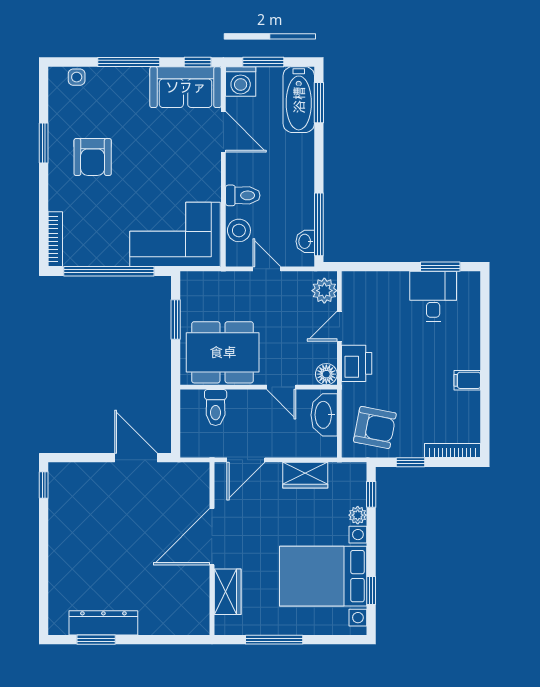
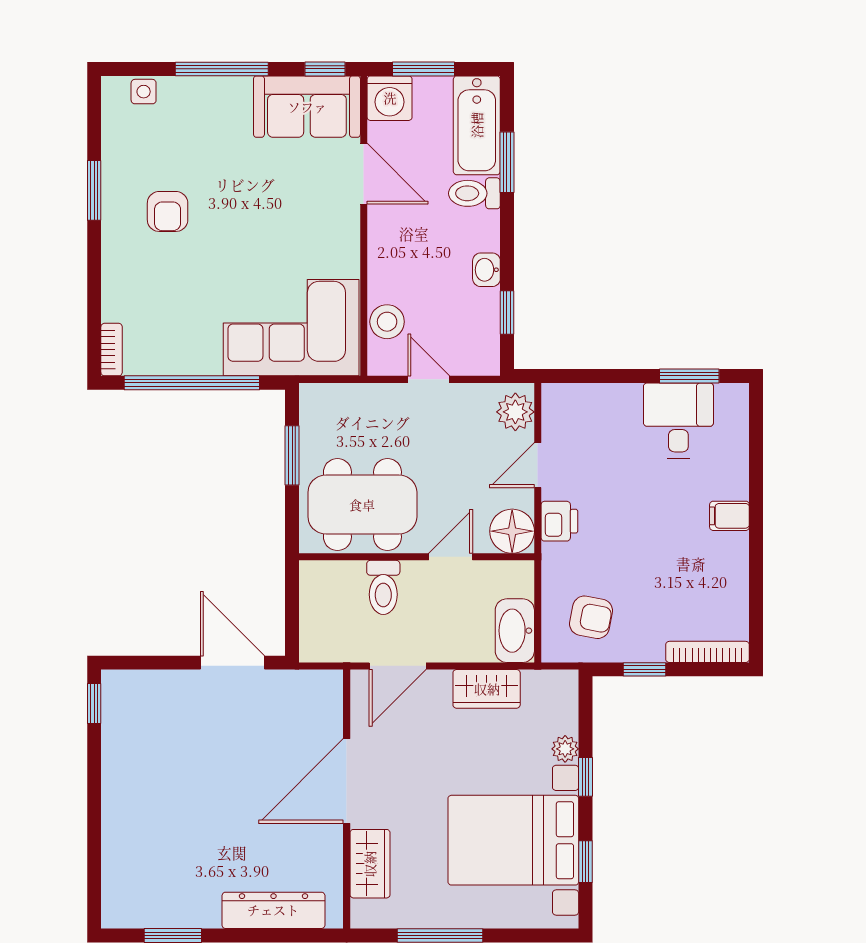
window: (319, 103) -> (507, 162), moved
armchair: (93, 157) -> (168, 211), width x0.72, depth x0.72
toilet: (243, 195) -> (474, 193), moved, turned 180
window: (319, 224) -> (507, 313), width x0.46
bookcase: (55, 239) -> (112, 350), width x0.64
washbasin: (305, 241) -> (486, 270), moved
printer: (357, 363) -> (559, 521), width x0.73, depth x0.81
floor lamp: (326, 374) -> (512, 531), width x1.38, depth x1.38
filing cabinet: (467, 380) -> (729, 516), moved
door: (281, 387) -> (451, 557), swing flipped
toilet: (216, 408) -> (383, 587), moved
washbasin: (324, 415) -> (515, 631), moved
armchair: (375, 427) -> (591, 617), width x0.72, depth x0.72
window: (371, 494) -> (585, 777), moved
dresser: (103, 623) -> (273, 910), moved

